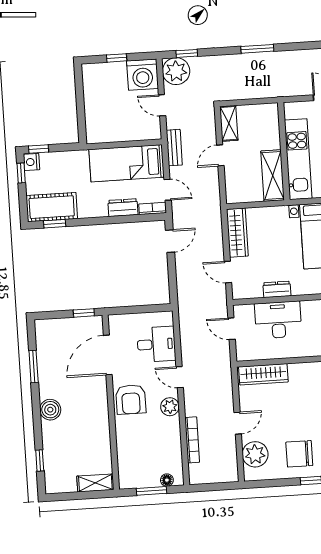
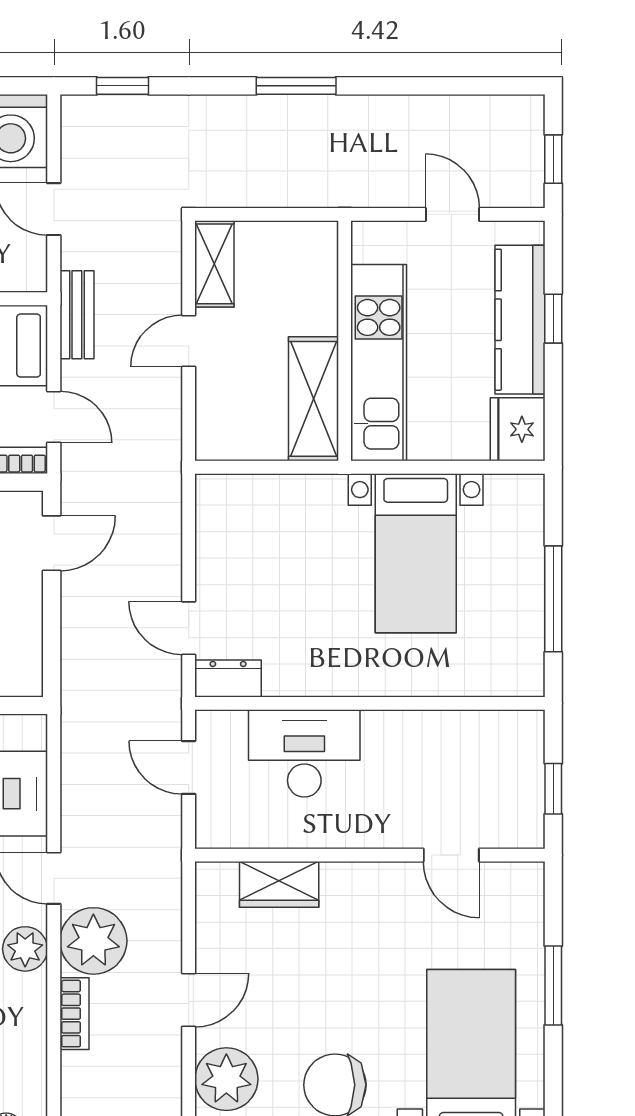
plant: (176, 71) -> (93, 941), moved
wardrobe: (237, 233) -> (218, 533), removed
dresser: (277, 289) -> (228, 678), moved
wardrobe: (263, 374) -> (279, 884), width x0.67
bookcase: (192, 440) -> (74, 1014), width x0.64

